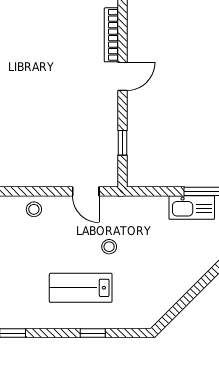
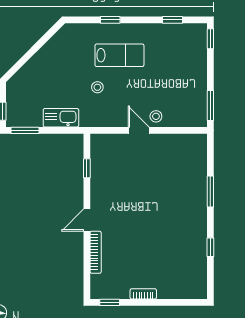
door: (86, 191) -> (139, 130), moved
kitchen sink: (192, 208) -> (61, 118), moved

